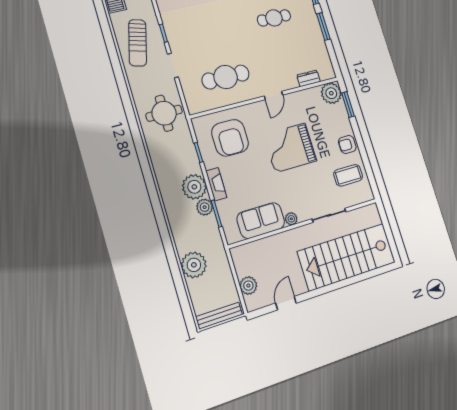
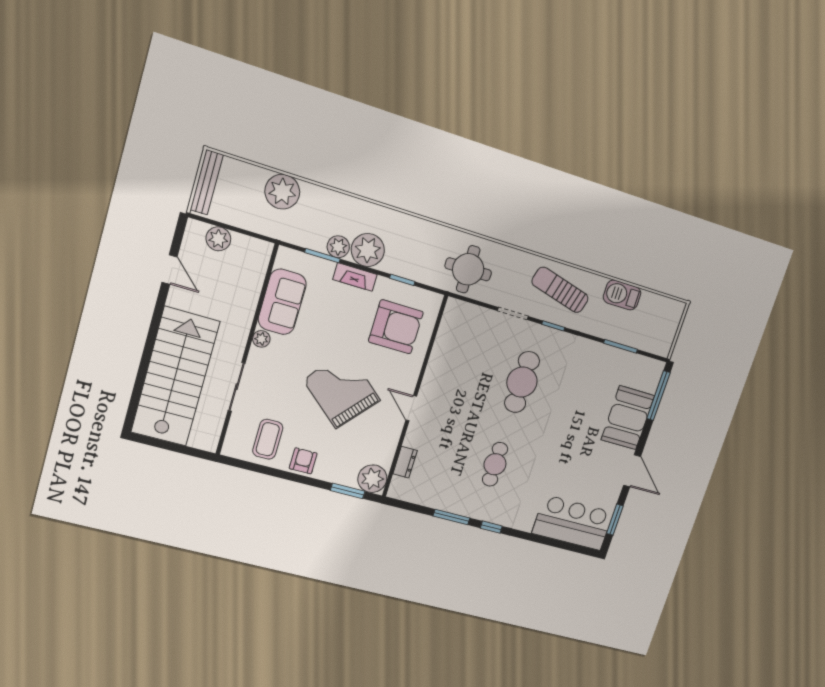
cafe table: (226, 77) -> (522, 382), moved
armchair: (230, 138) -> (396, 327), turned 180
grand piano: (290, 148) -> (342, 390), turned -49

